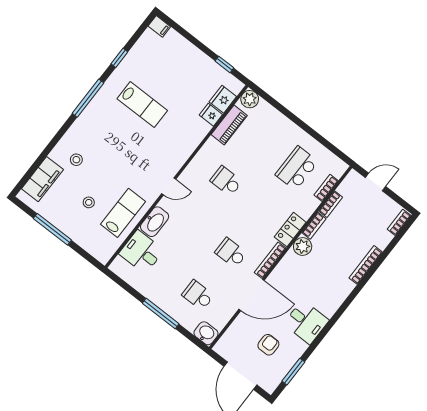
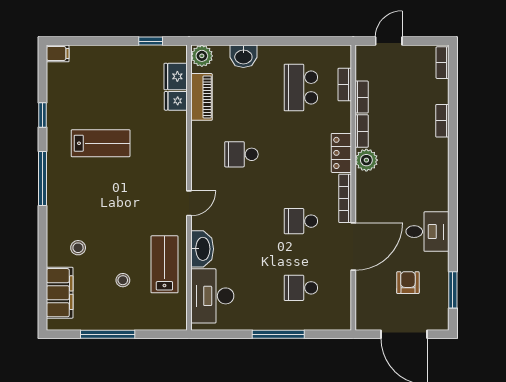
desk: (141, 252) -> (212, 296), width x1.37
bookcase: (366, 265) -> (442, 121), width x0.64
washbasin: (206, 333) -> (243, 56), moved, turned 180

